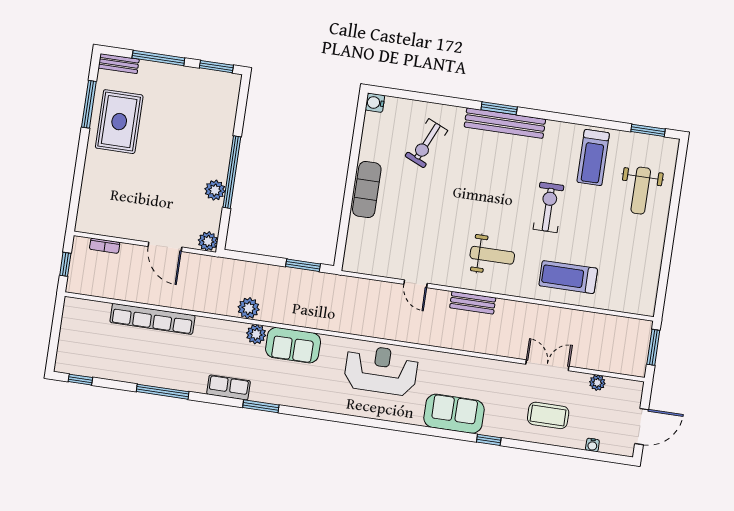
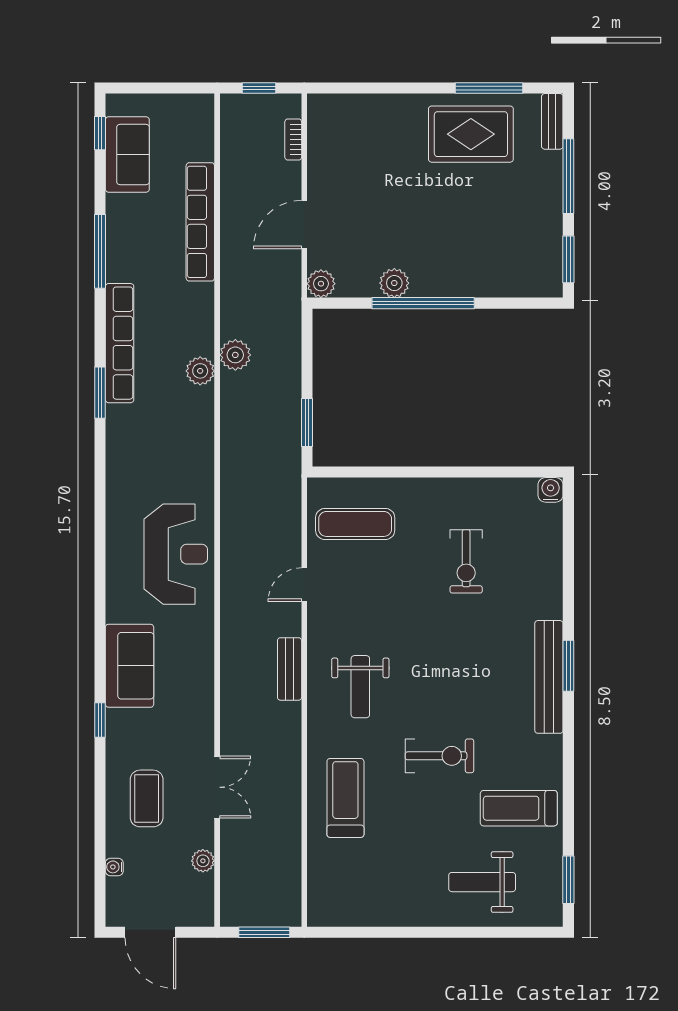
exercise bike: (426, 143) -> (466, 561), moved, turned -114
exercise mat: (367, 190) -> (355, 524), moved
sofa: (293, 345) -> (127, 155), moved, turned 180
row of seats: (228, 387) -> (120, 343), width x2.02

